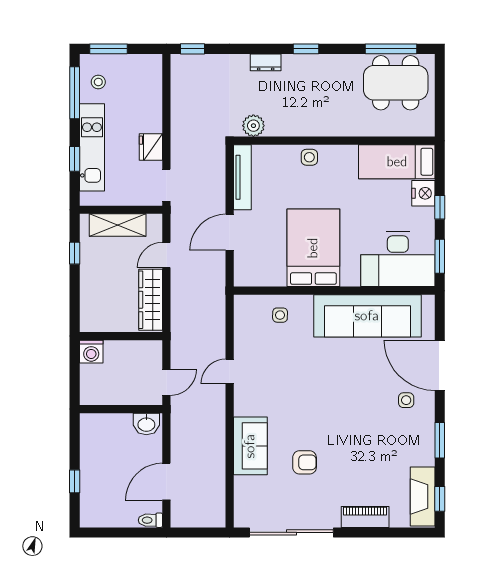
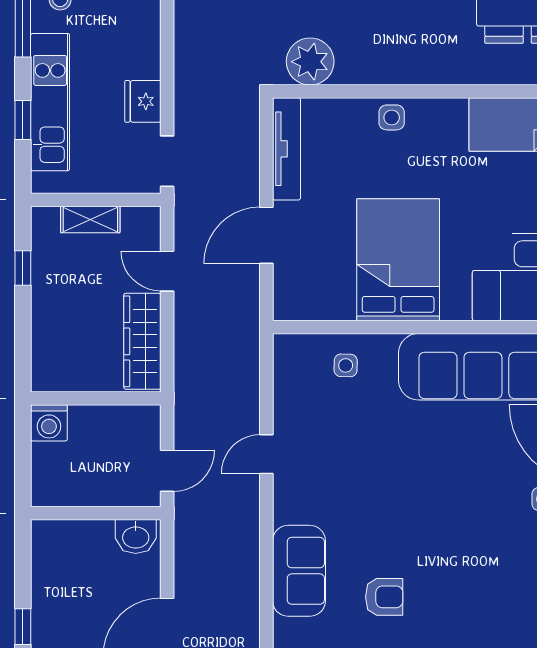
plant: (253, 126) -> (310, 62), width x1.36, depth x1.36
shelving: (118, 225) -> (90, 219), width x0.67, depth x0.75
door: (166, 255) -> (167, 271), hinge flipped

